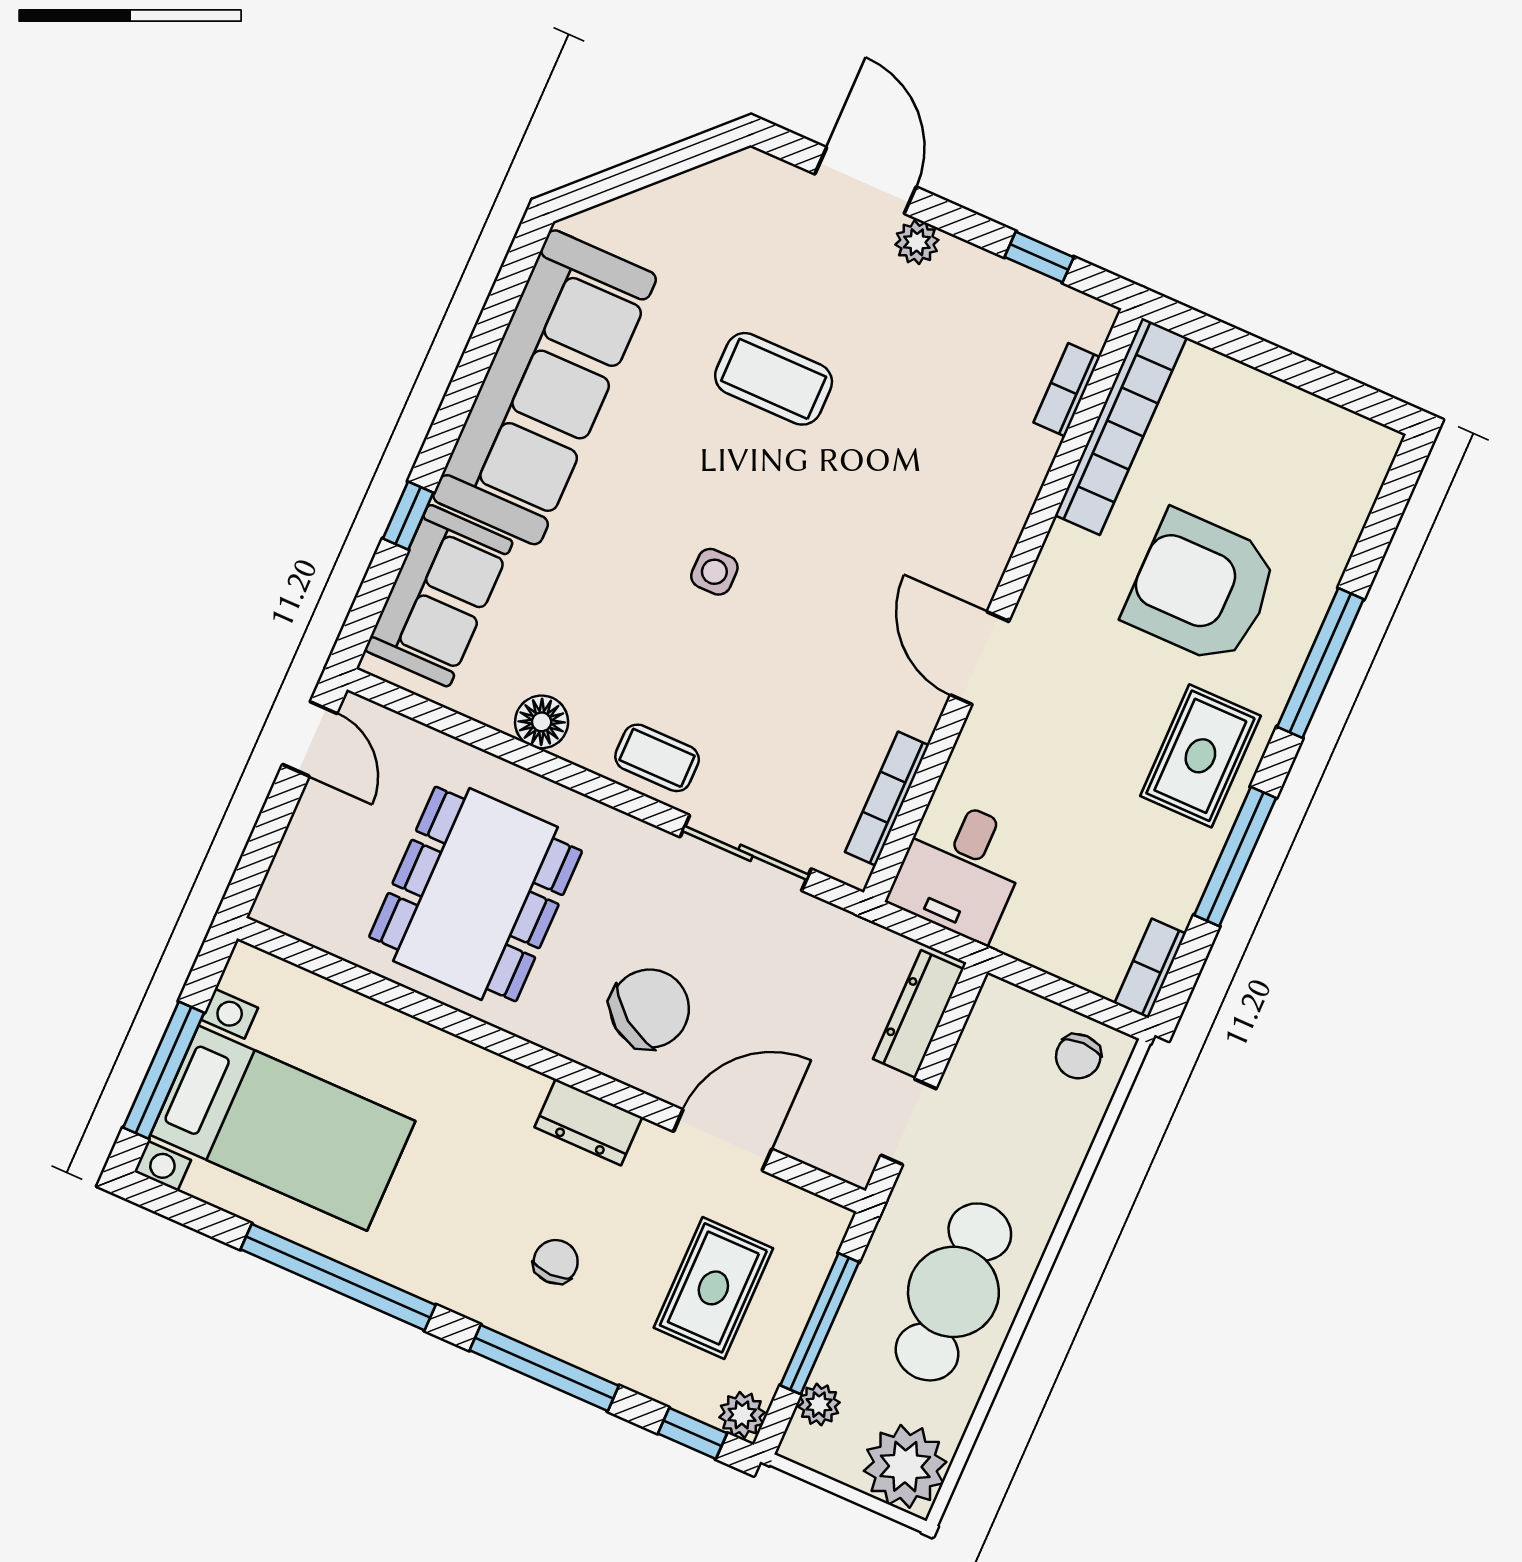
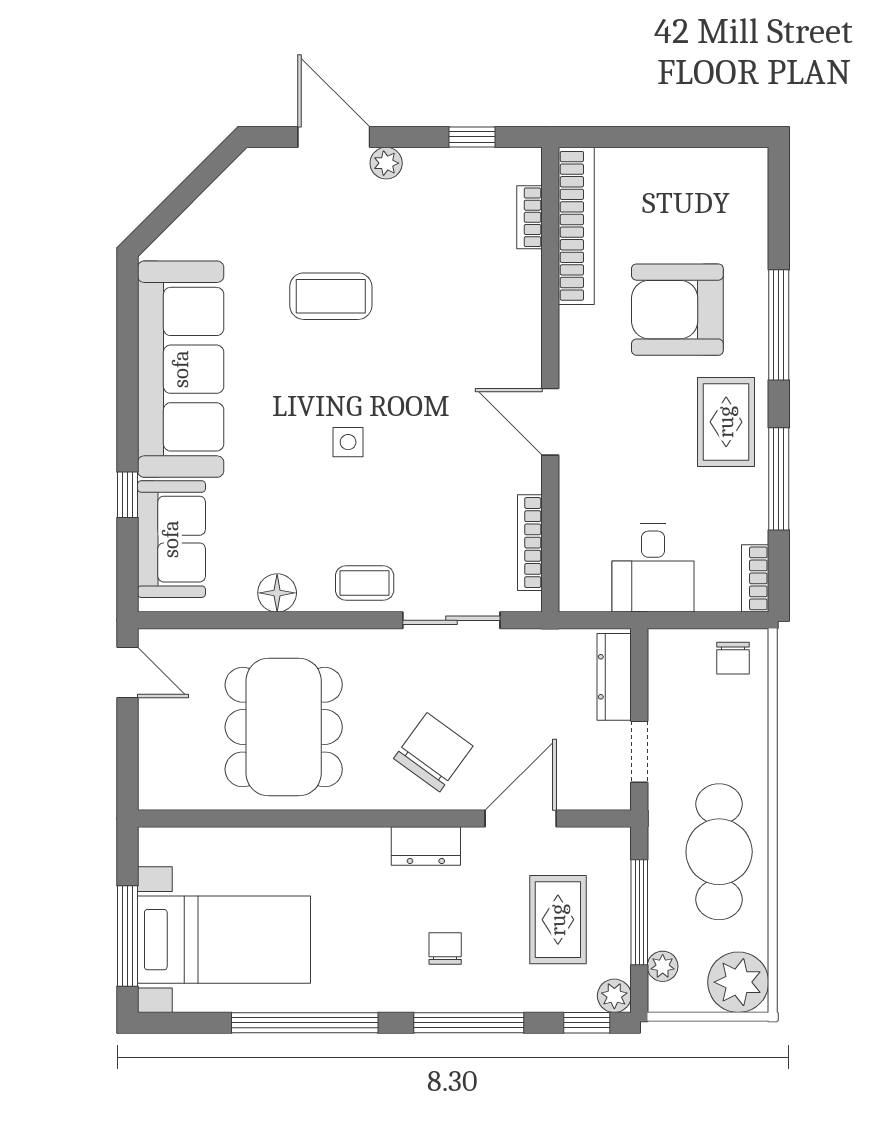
desk: (960, 869) -> (653, 568), moved

